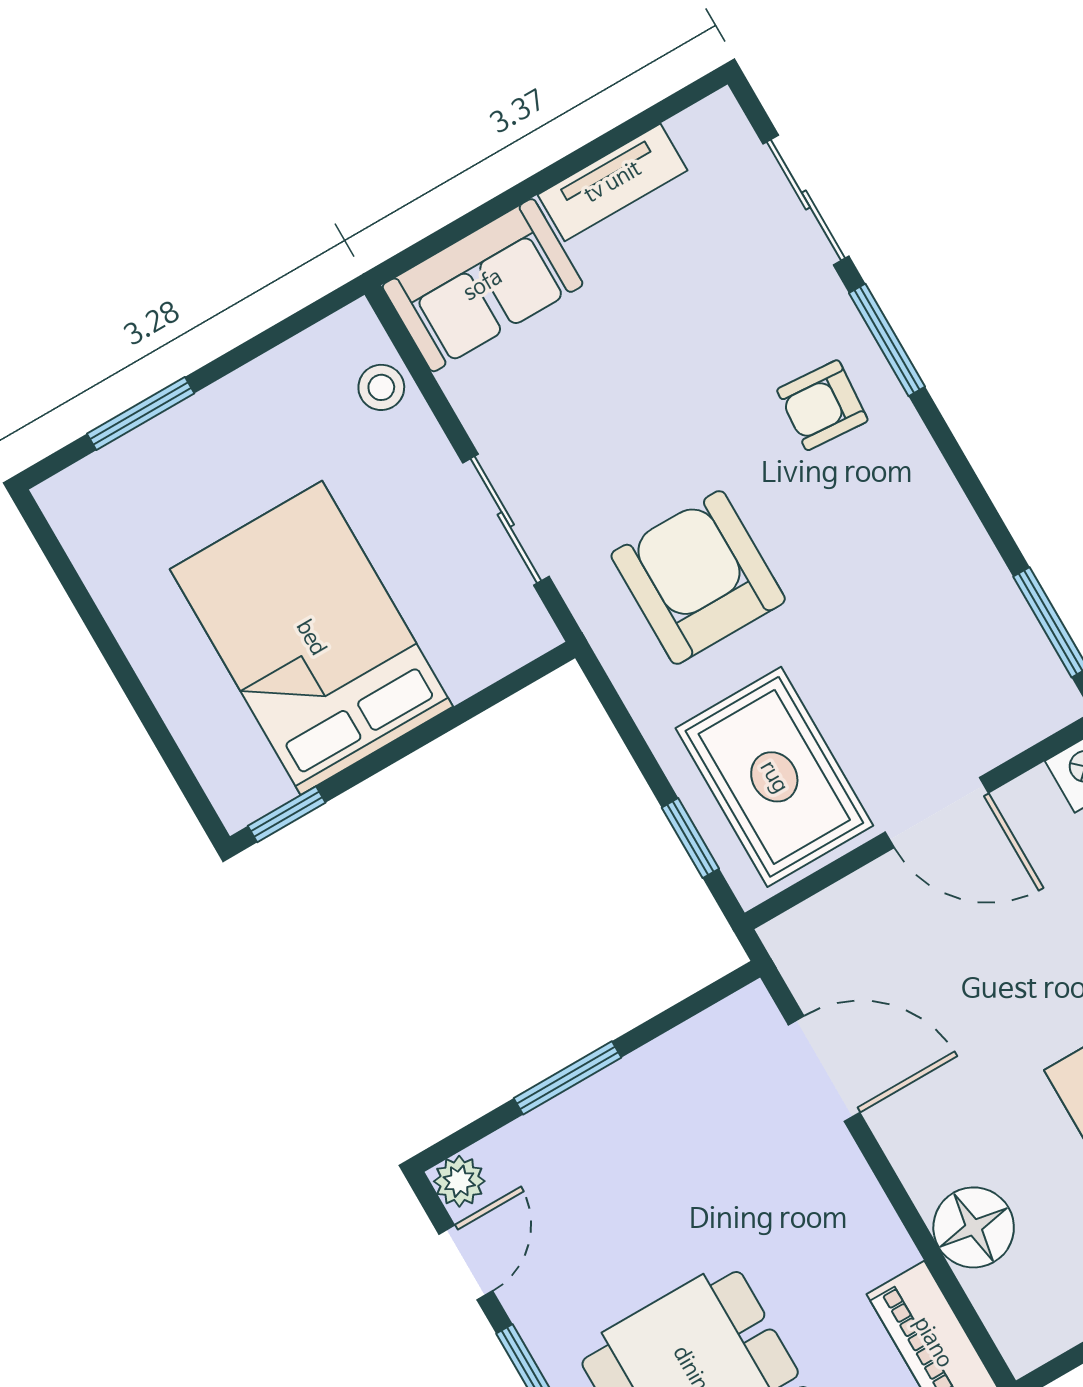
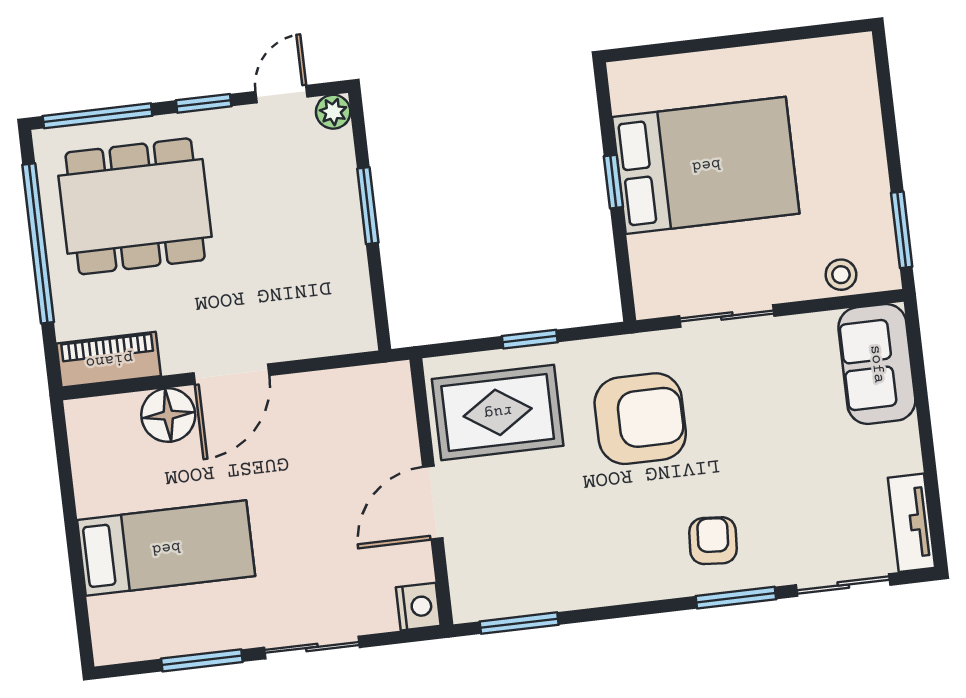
tv unit: (613, 182) -> (911, 523), moved
window: (141, 414) -> (902, 230), moved
window: (287, 814) -> (613, 182), moved
window: (690, 838) -> (530, 339), moved
door: (824, 1069) -> (231, 374), moved
door: (466, 1262) -> (282, 94), swing flipped

